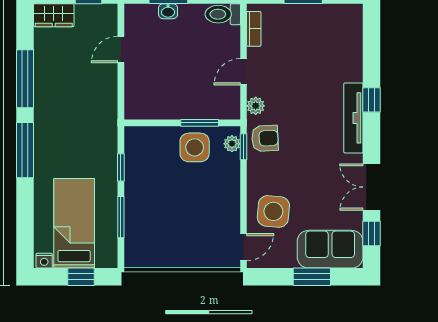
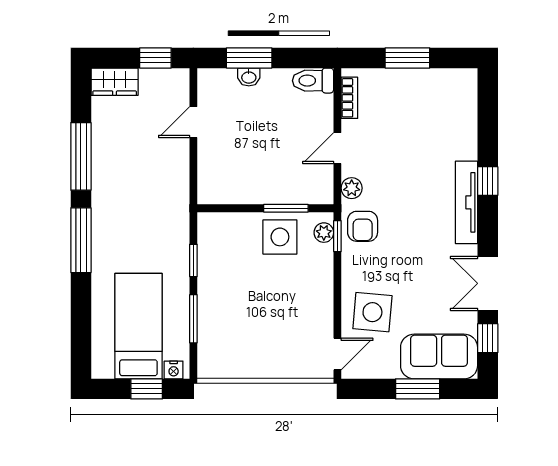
armchair: (265, 138) -> (363, 226), turned 93
nightstand: (44, 261) -> (174, 370), moved

